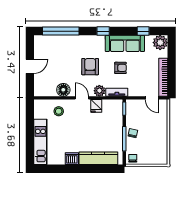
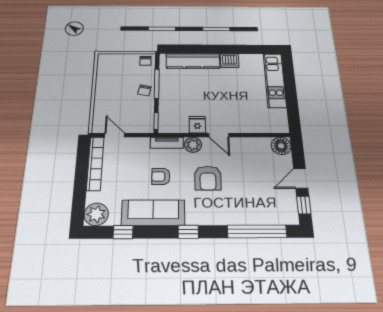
window: (30, 48) -> (304, 205), added
floor lamp: (63, 90) -> (281, 146), moved
stool: (59, 111) -> (252, 118), removed

